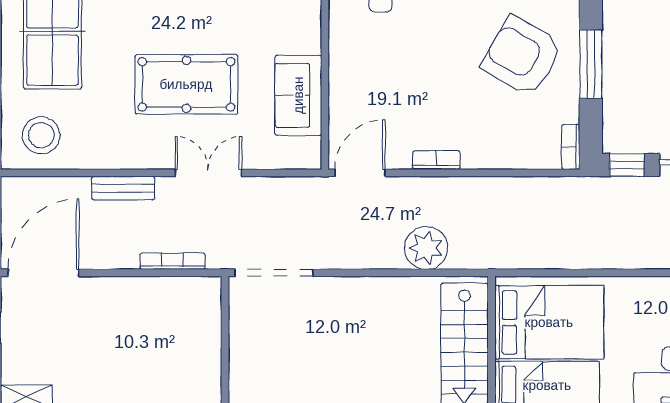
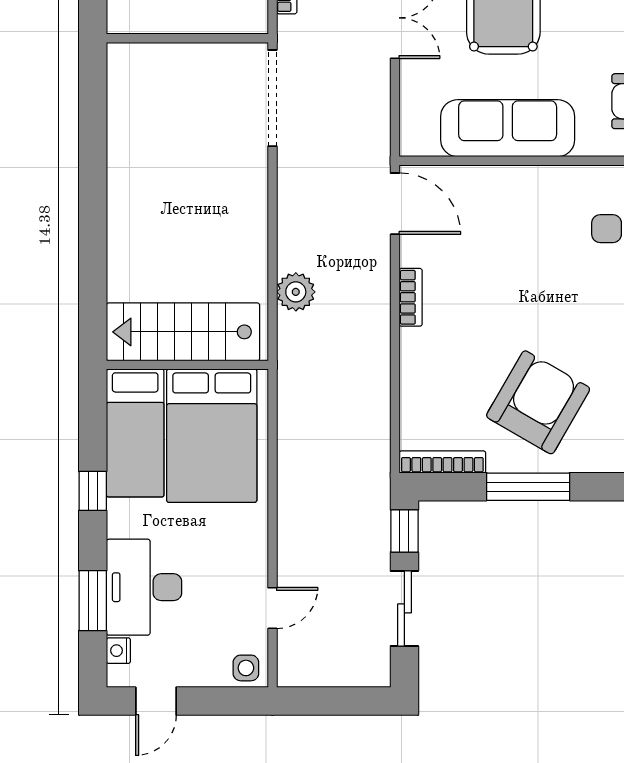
sofa: (298, 95) -> (508, 128), width x1.36
bookcase: (571, 147) -> (442, 462), width x1.56
plant: (426, 248) -> (296, 292), width x0.73, depth x0.73

